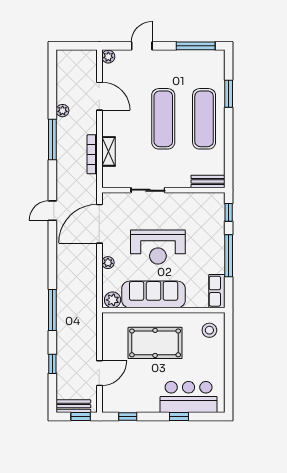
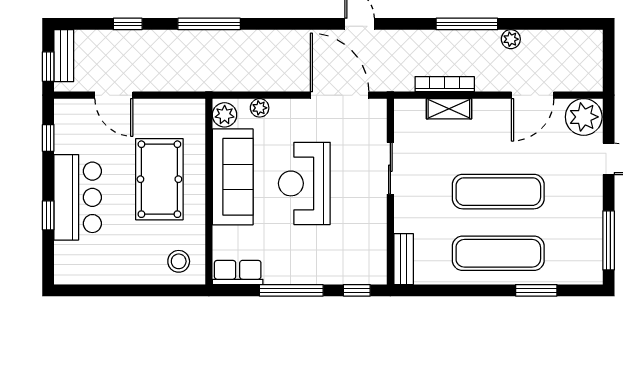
plant: (108, 57) -> (584, 117), width x1.88, depth x1.88
plant: (108, 263) -> (260, 108), moved
bar counter: (189, 397) -> (78, 197), moved

